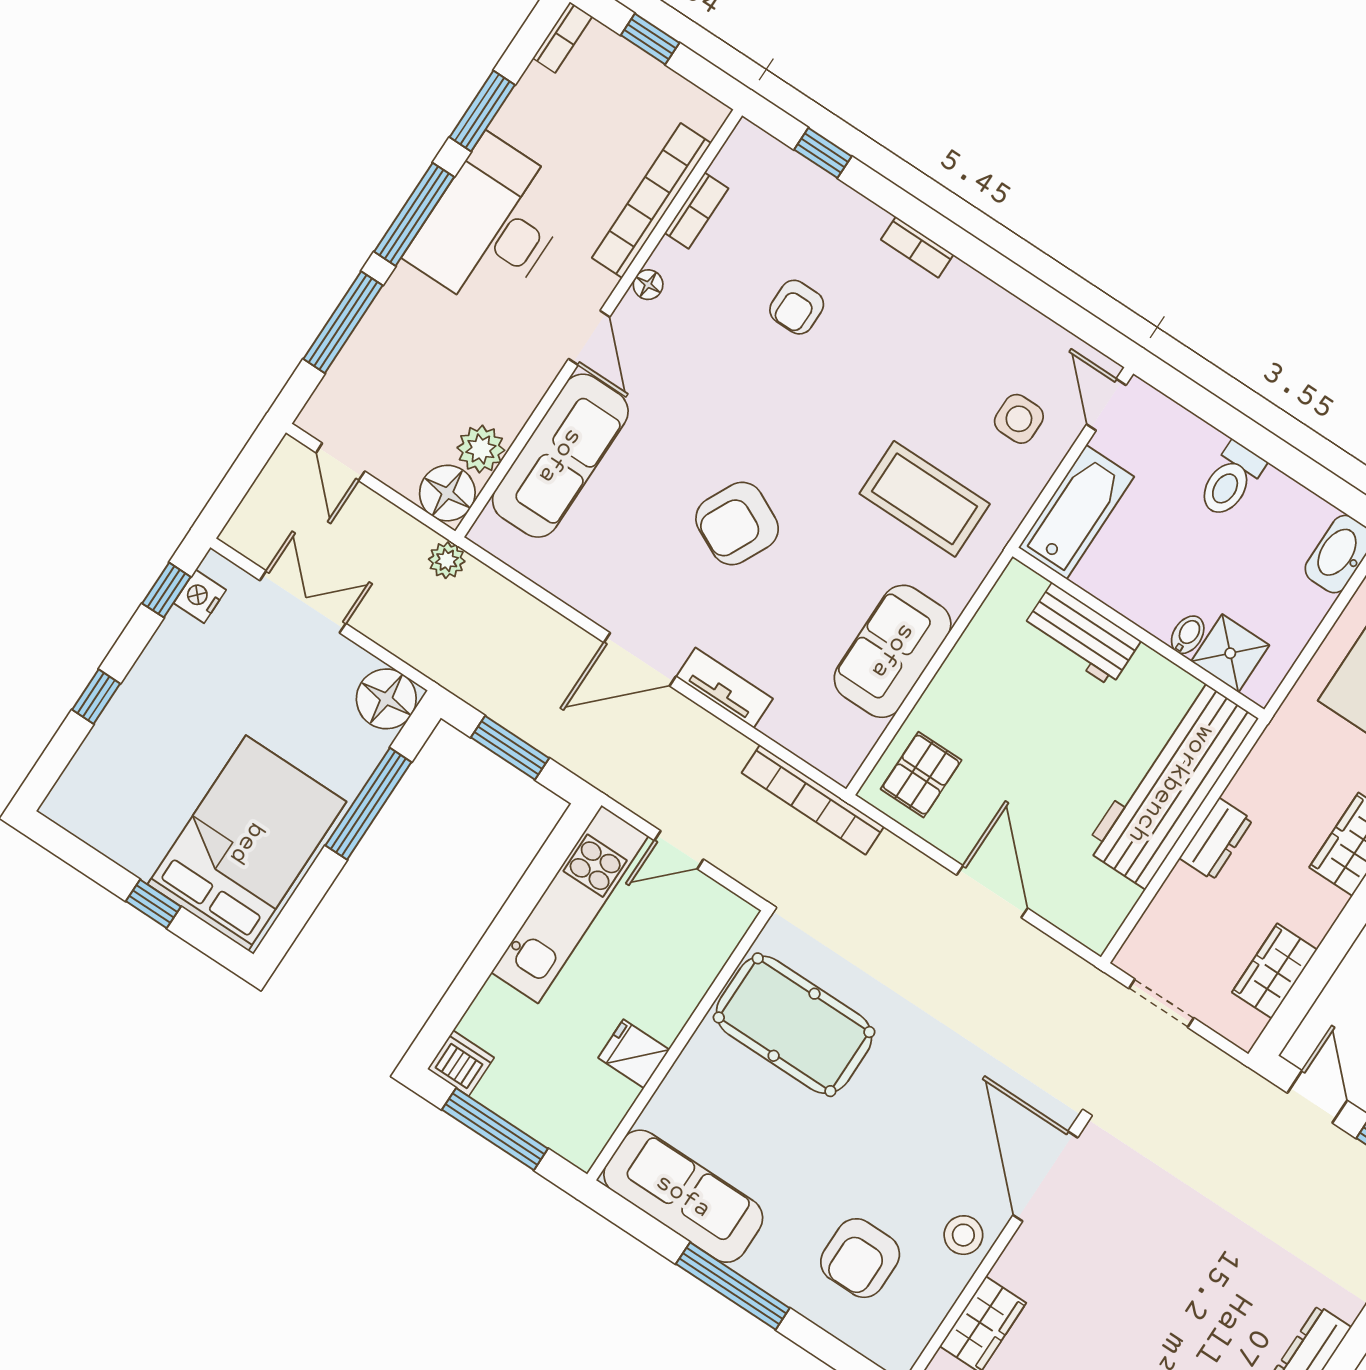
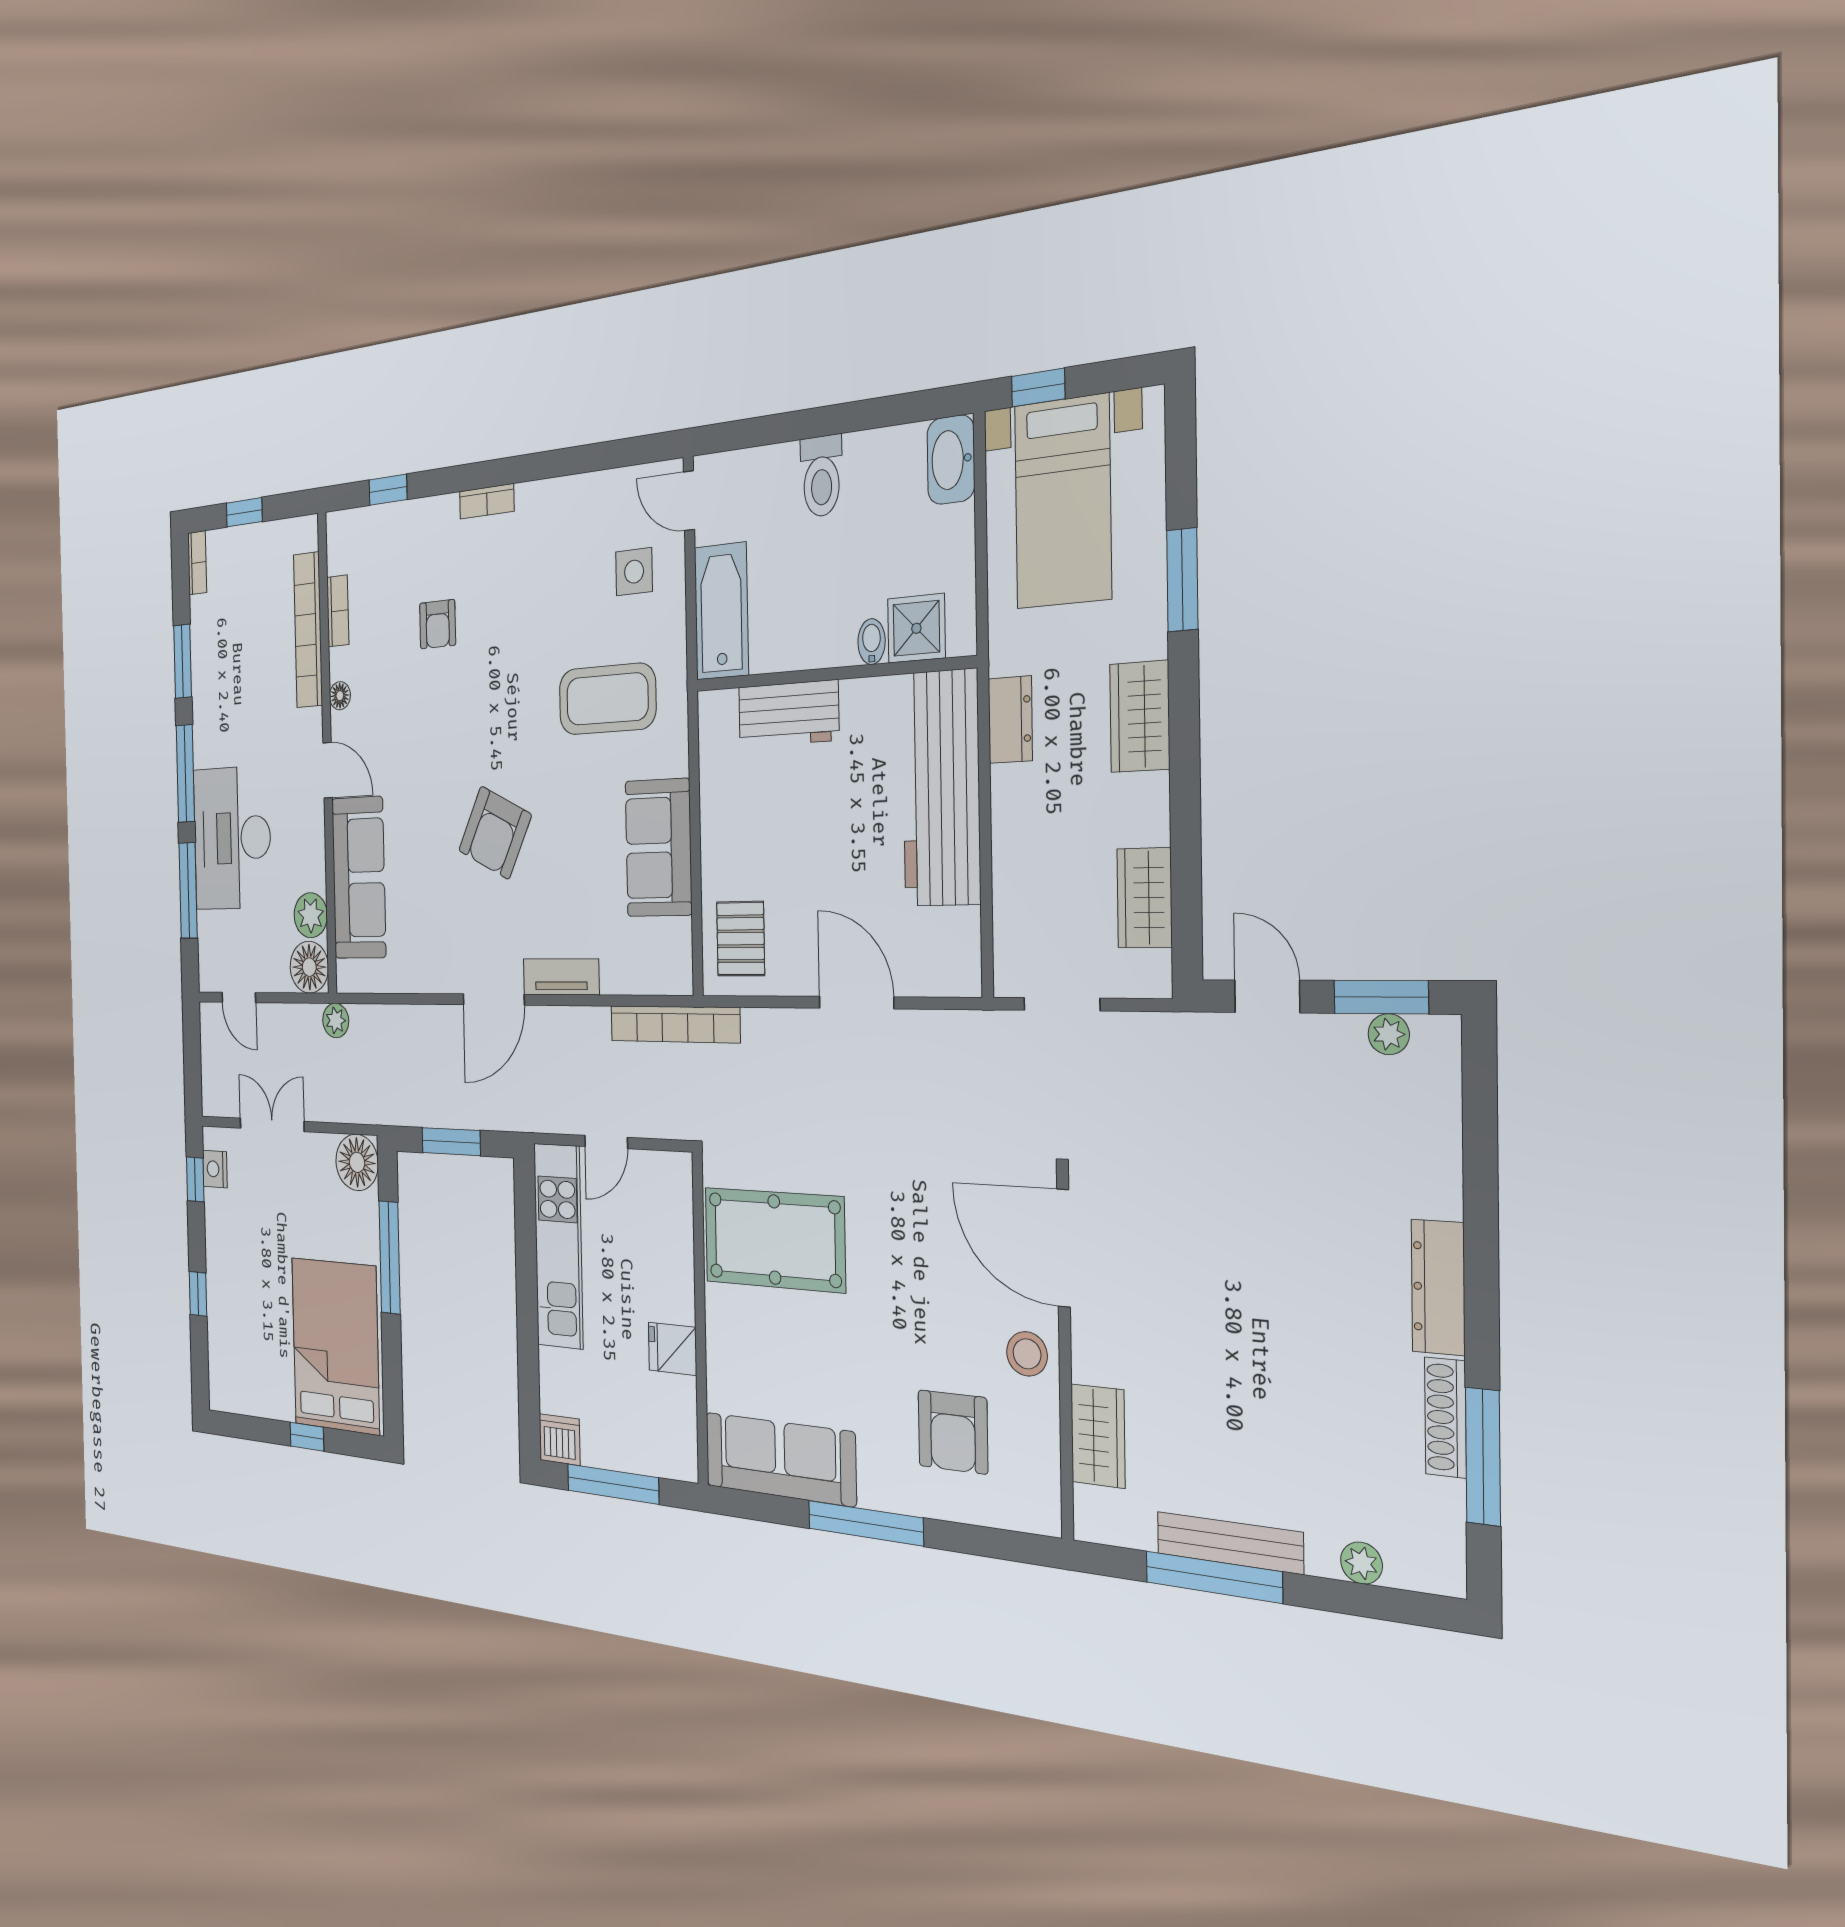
desk: (491, 225) -> (232, 838), moved
dresser: (1216, 839) -> (1010, 720), moved

